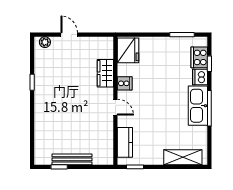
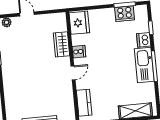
cooker: (199, 57) -> (125, 14), moved, turned -90
door: (115, 107) -> (73, 73), hinge flipped

